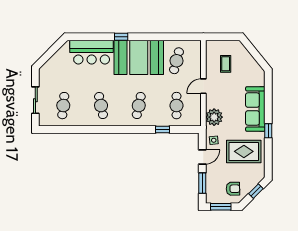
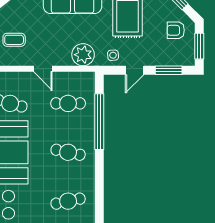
window: (162, 130) -> (99, 122), width x3.17
door: (202, 157) -> (135, 70), swing flipped
armchair: (233, 189) -> (176, 30), turned -89

